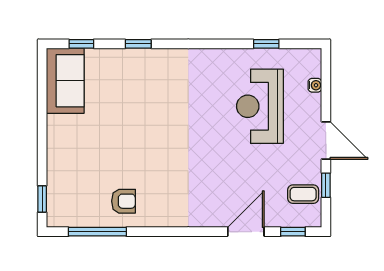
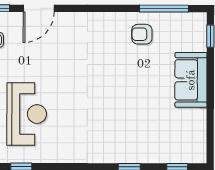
sofa: (65, 81) -> (191, 80), moved

